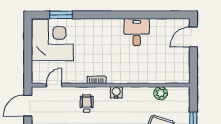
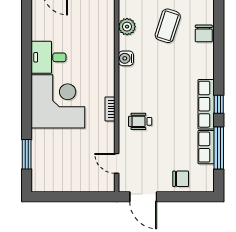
corner desk: (52, 40) -> (58, 101), moved, turned 90
water cooler: (116, 92) -> (126, 58), moved

